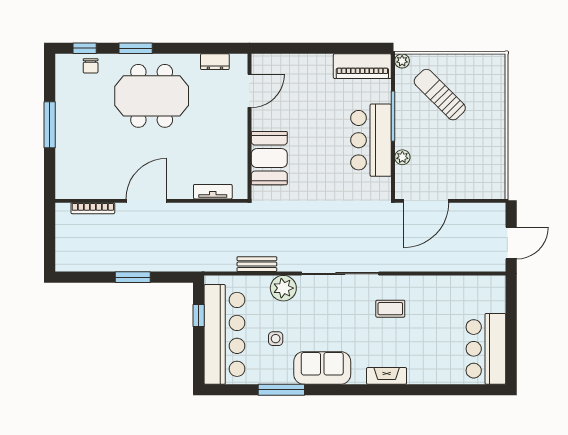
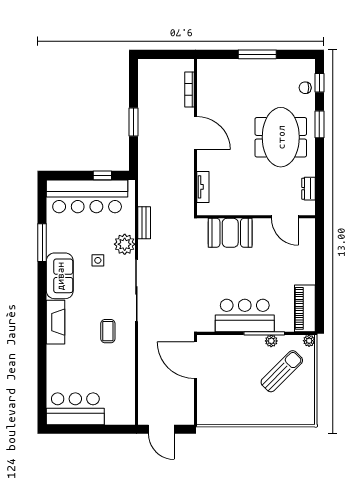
plant: (402, 157) -> (271, 341), moved
side table: (276, 339) -> (98, 260), moved
fireplace: (387, 376) -> (56, 322), width x1.37, depth x1.32

